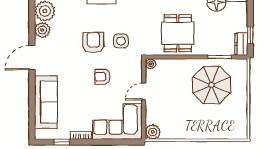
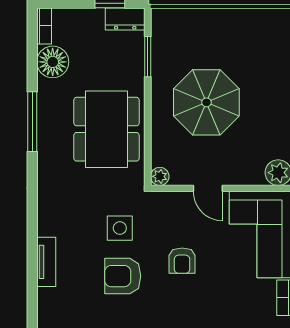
dining table: (178, 33) -> (107, 129), width x1.37
parasol: (211, 85) -> (206, 102), moved

